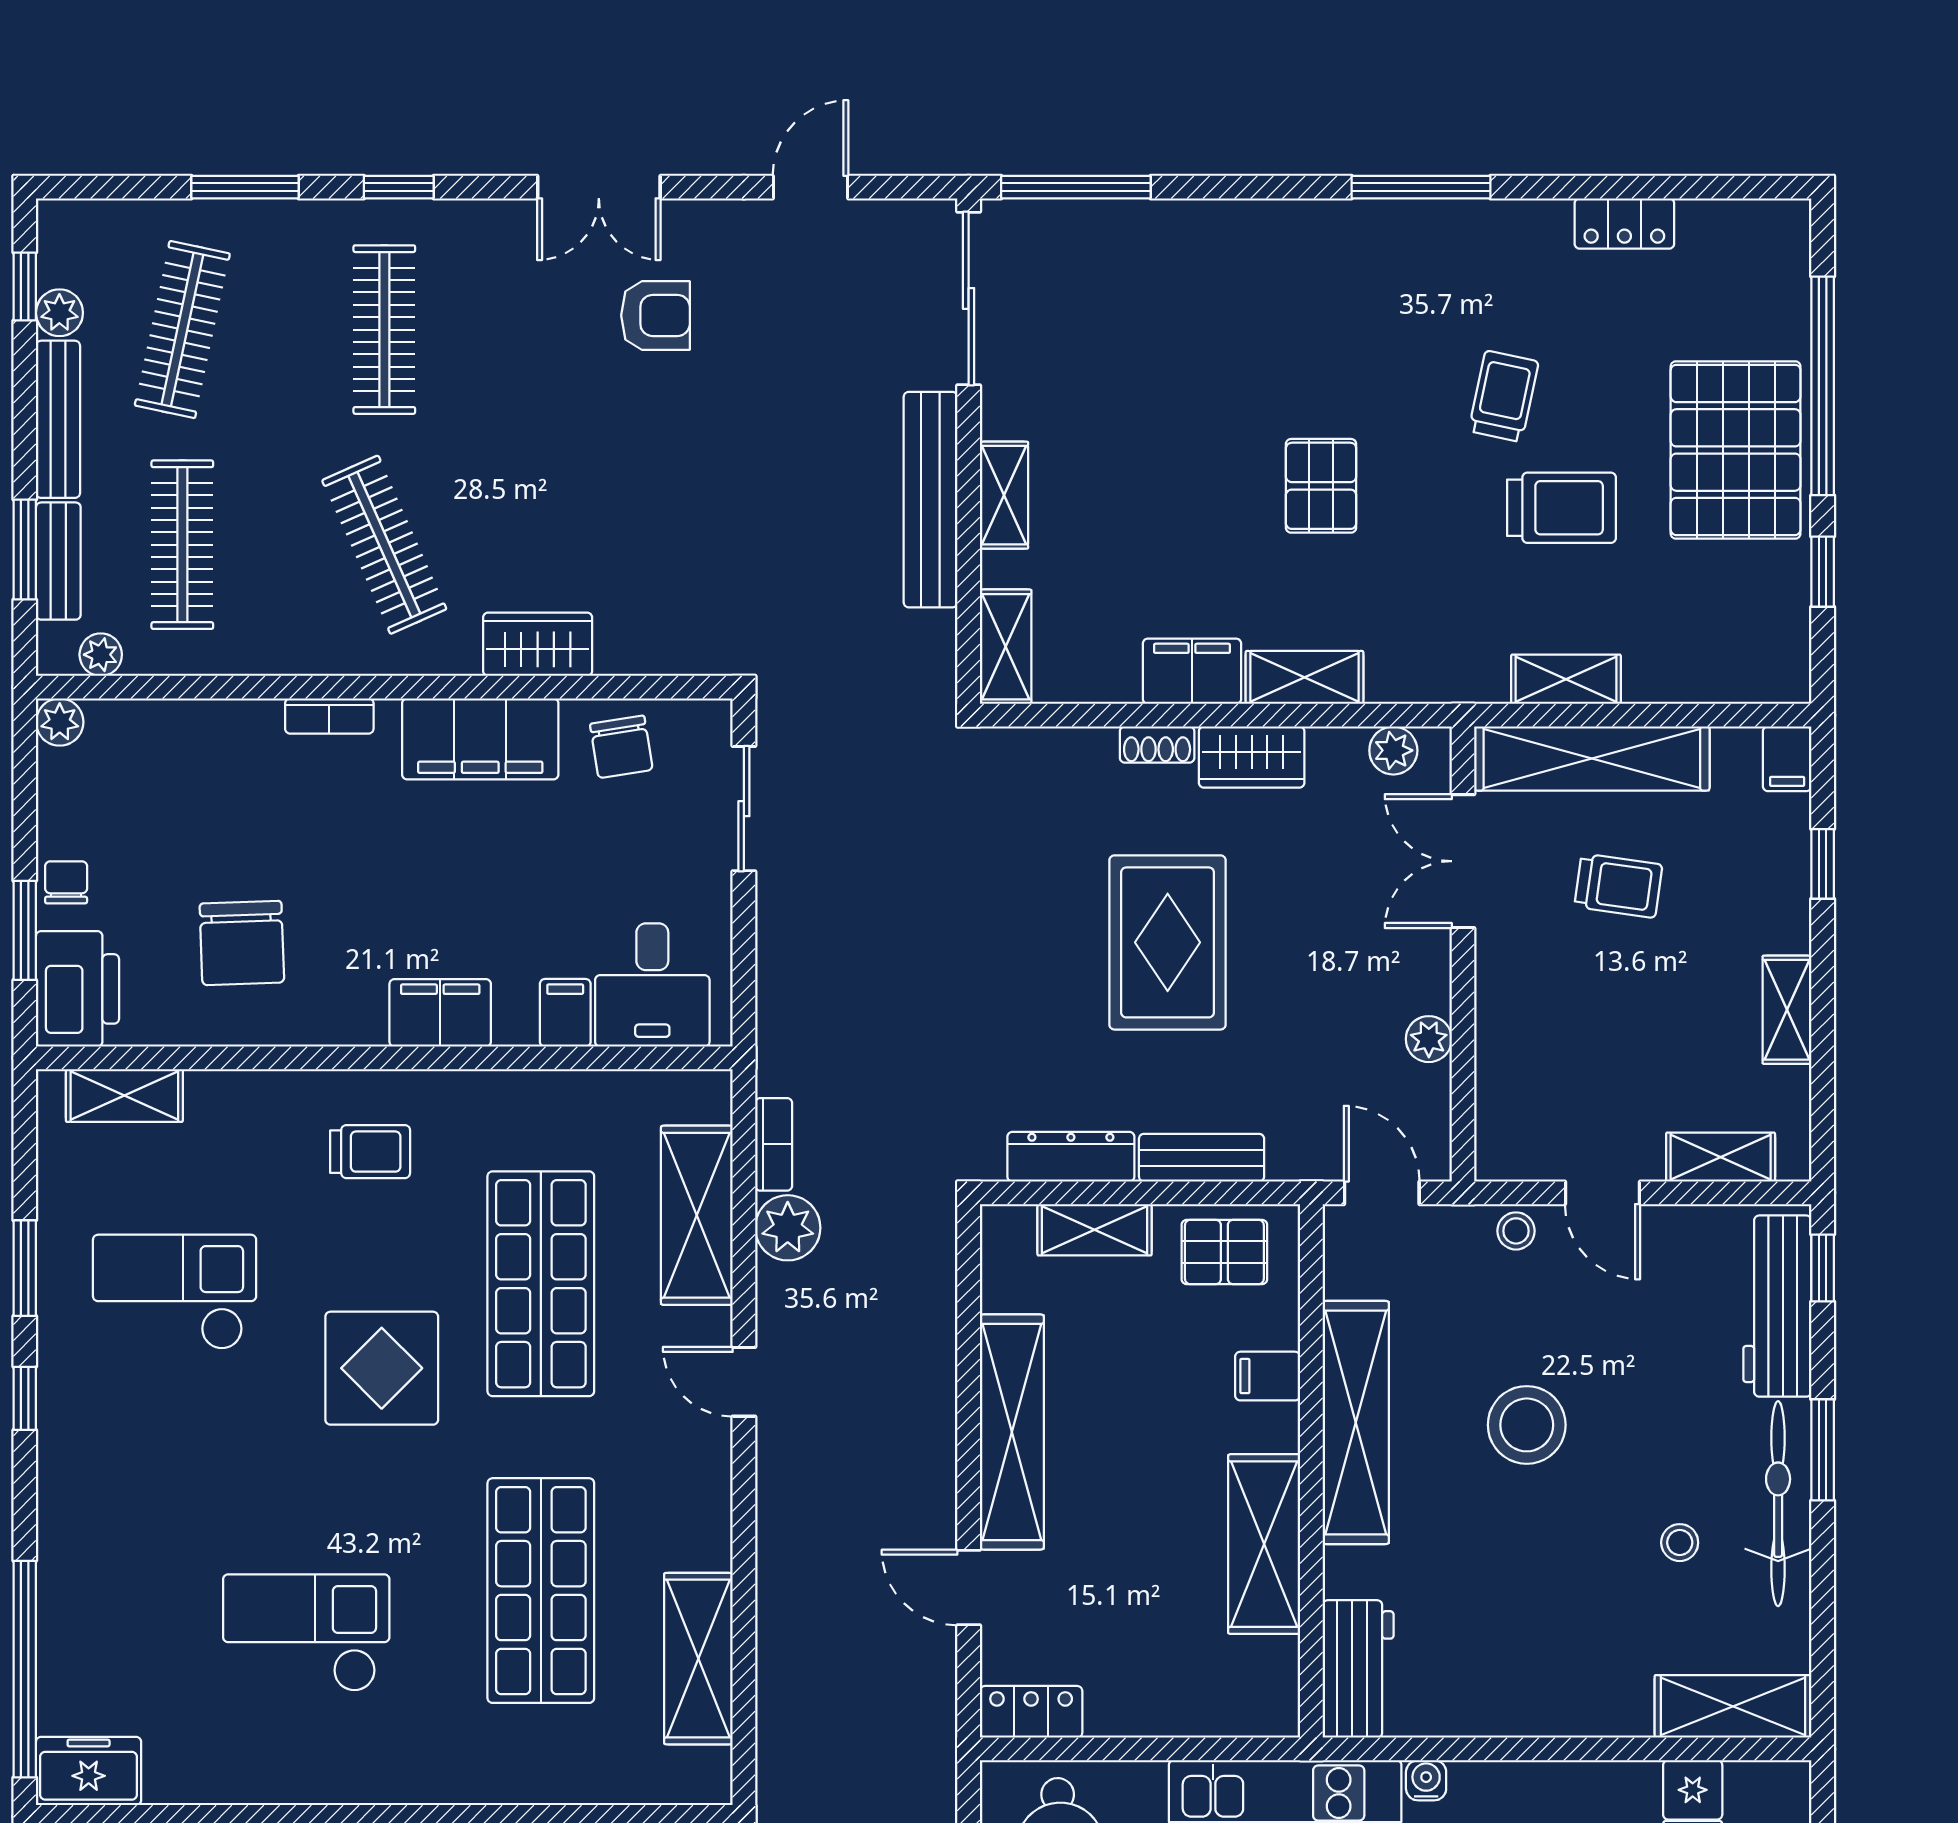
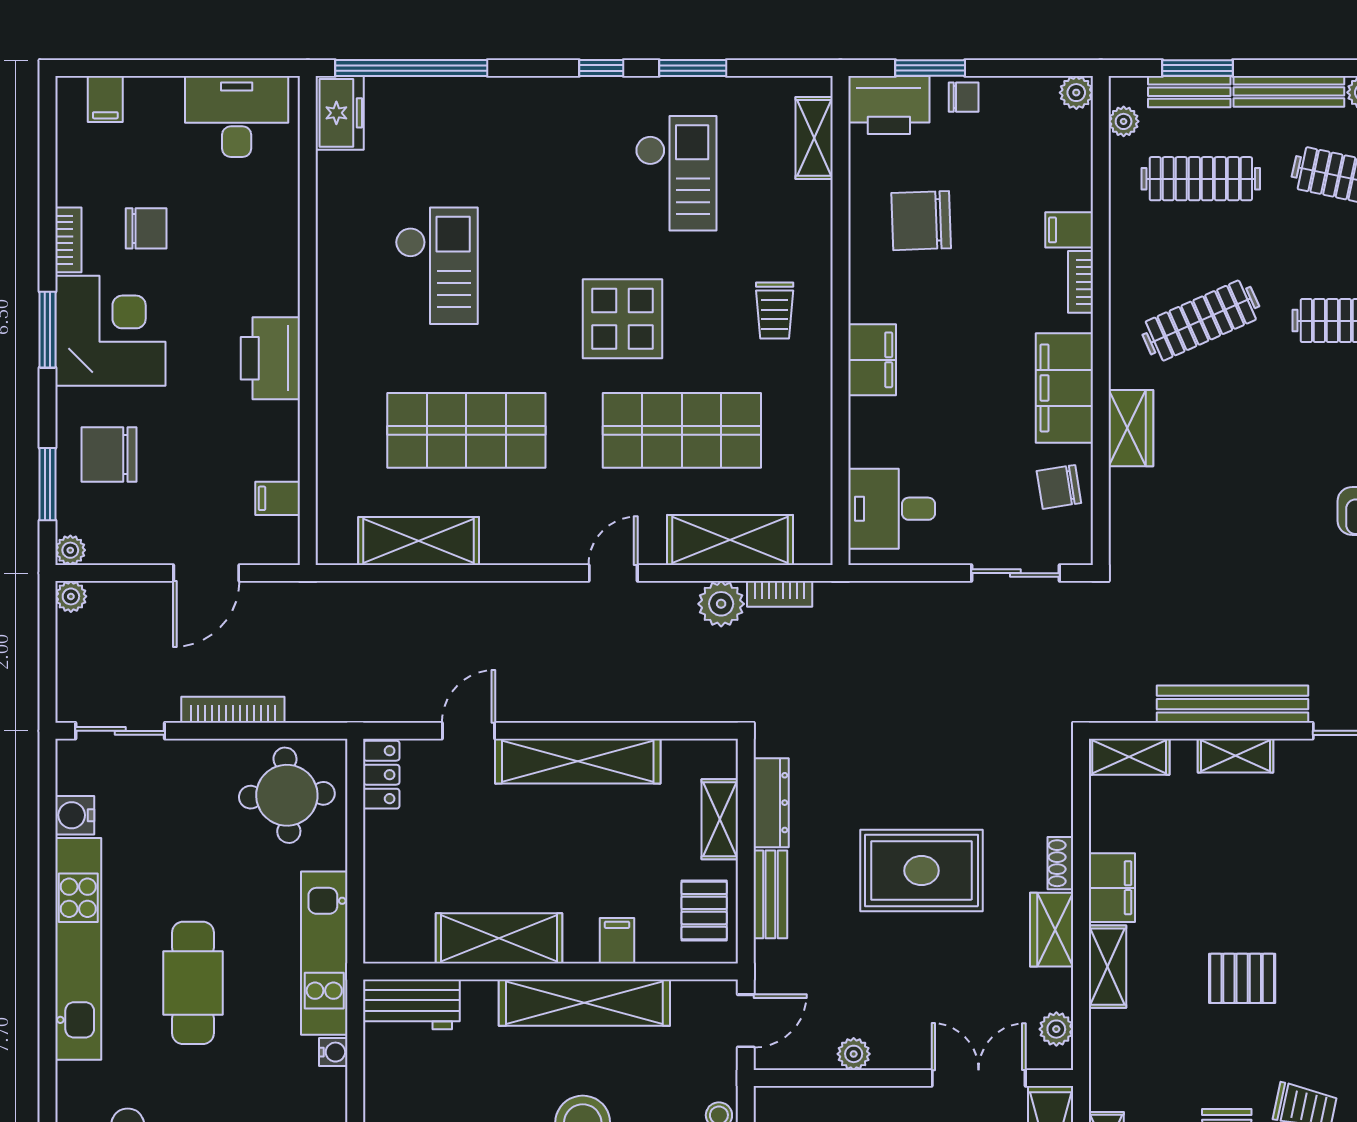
filing cabinet: (565, 1013) -> (1069, 230), moved, turned 180

